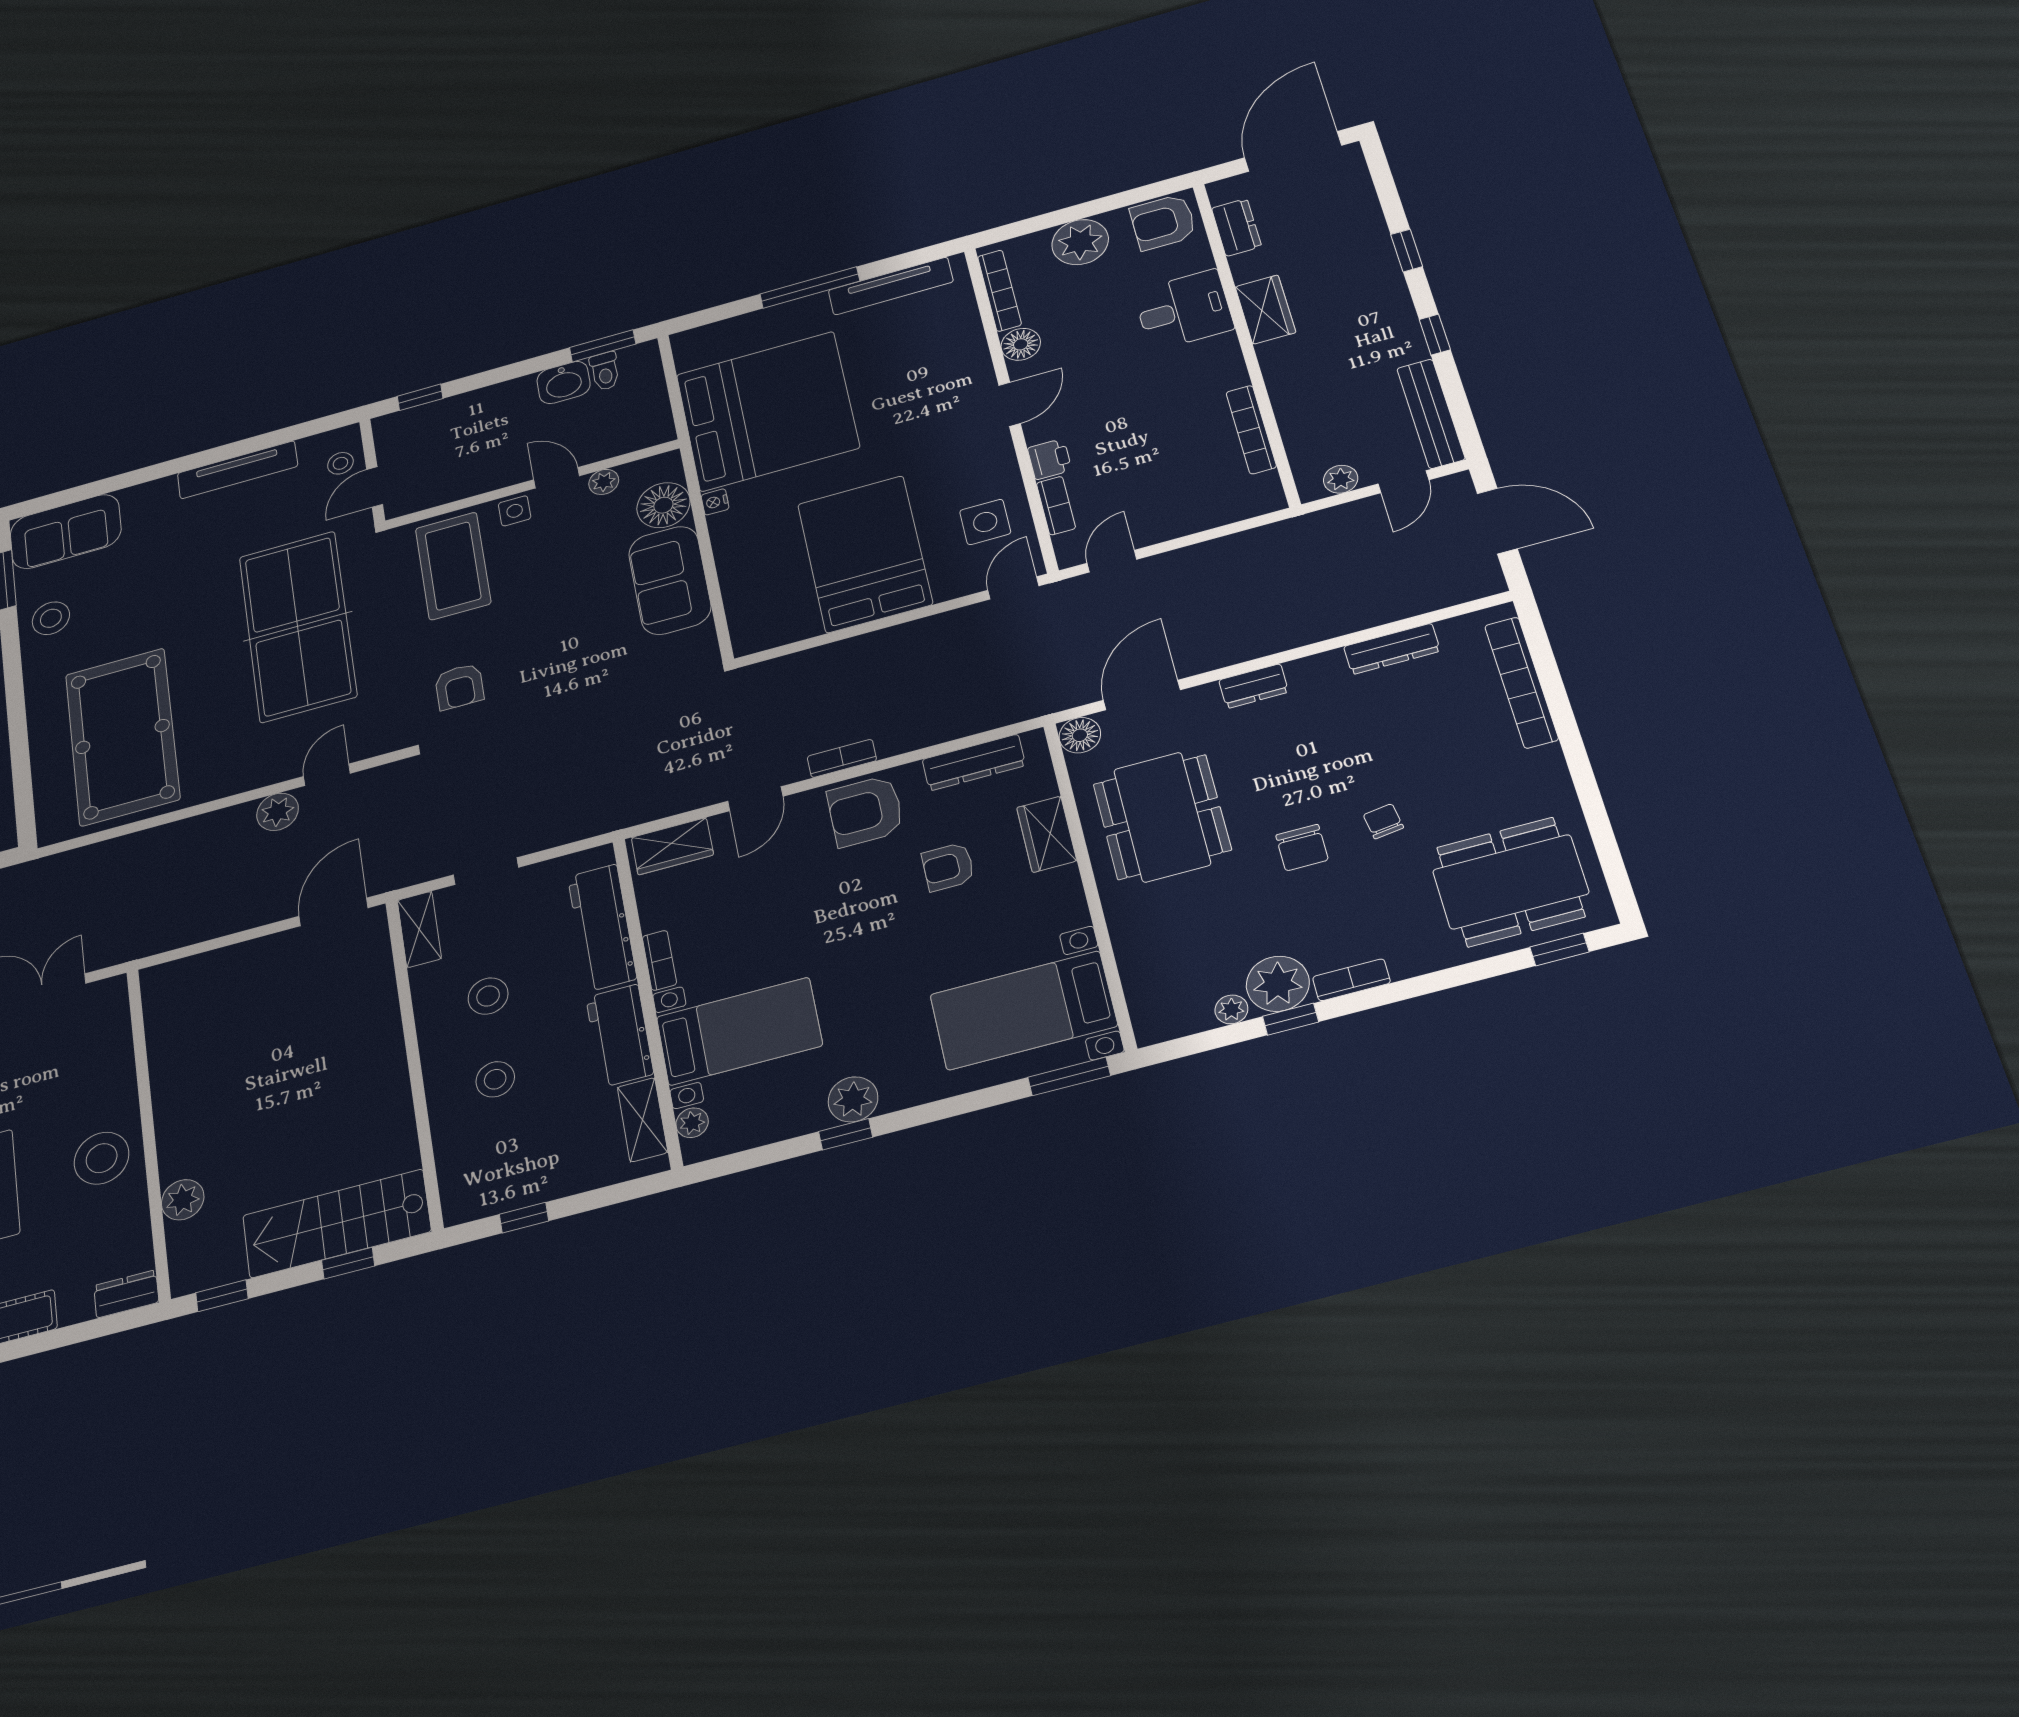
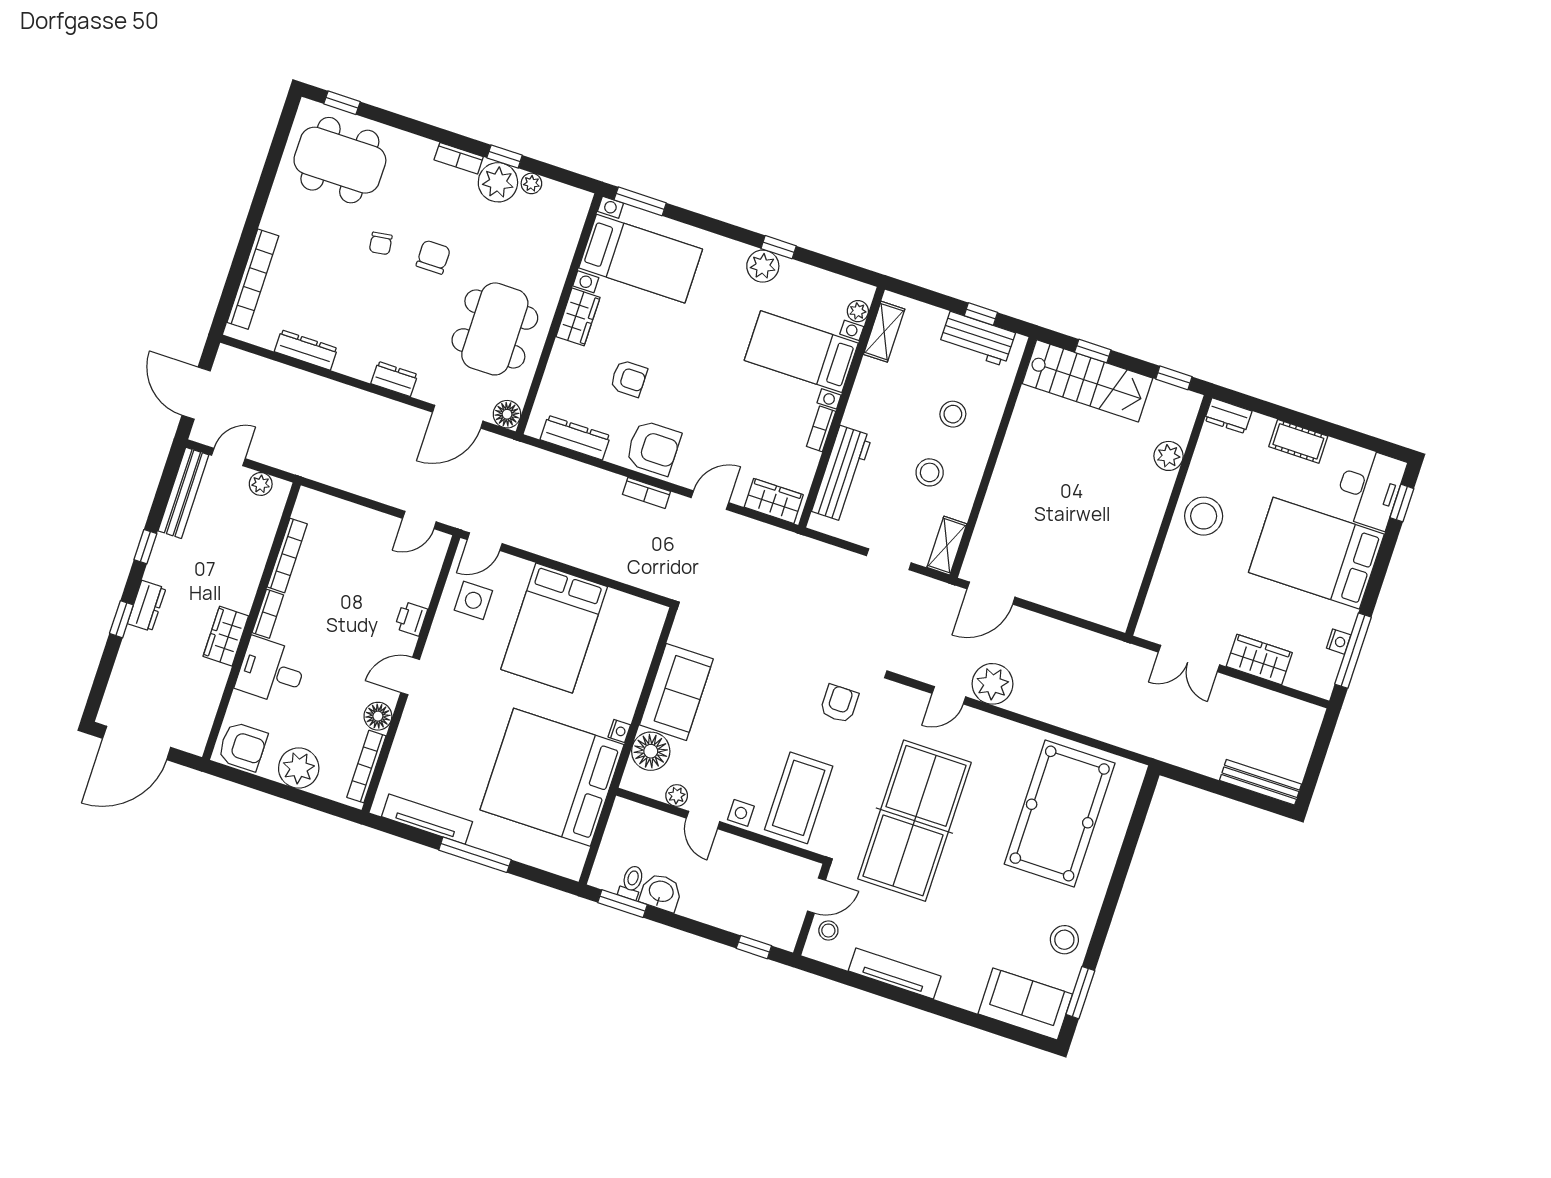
dresser: (1236, 227) -> (147, 606), moved, turned 180
bookcase: (1056, 506) -> (268, 614), moved, turned 180
plant: (278, 812) -> (993, 684), width x1.36, depth x1.36
wardrobe: (1047, 834) -> (578, 317), moved
workbench: (620, 1036) -> (977, 339), moved, turned 90

